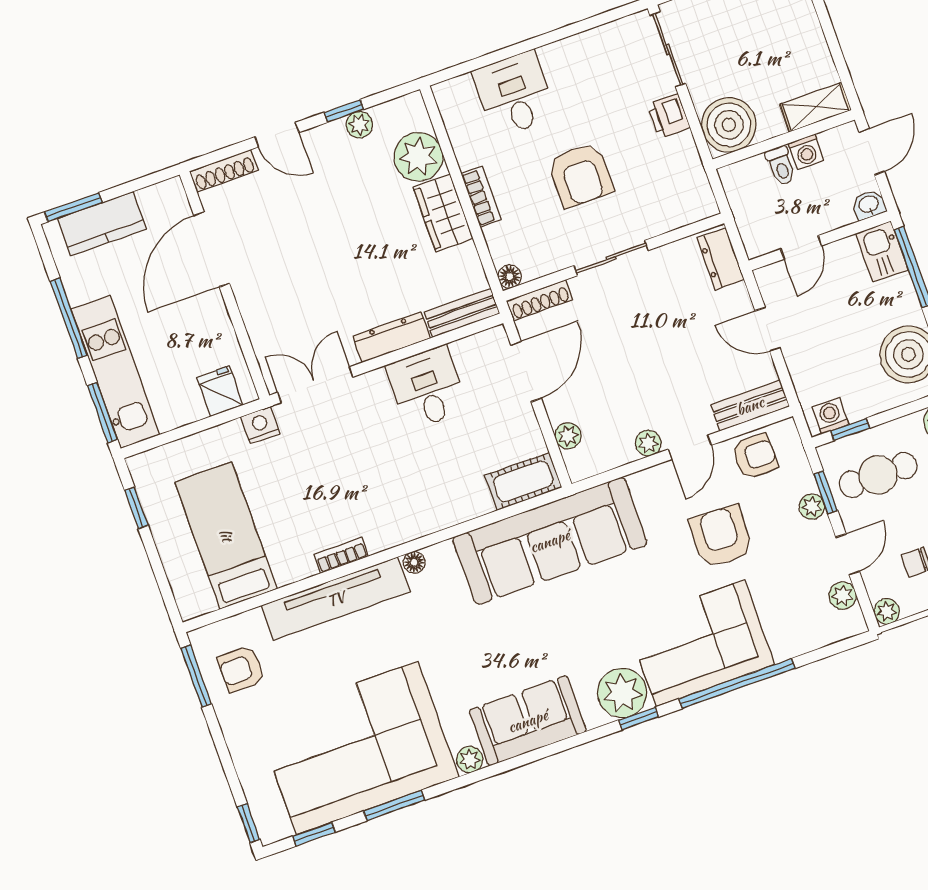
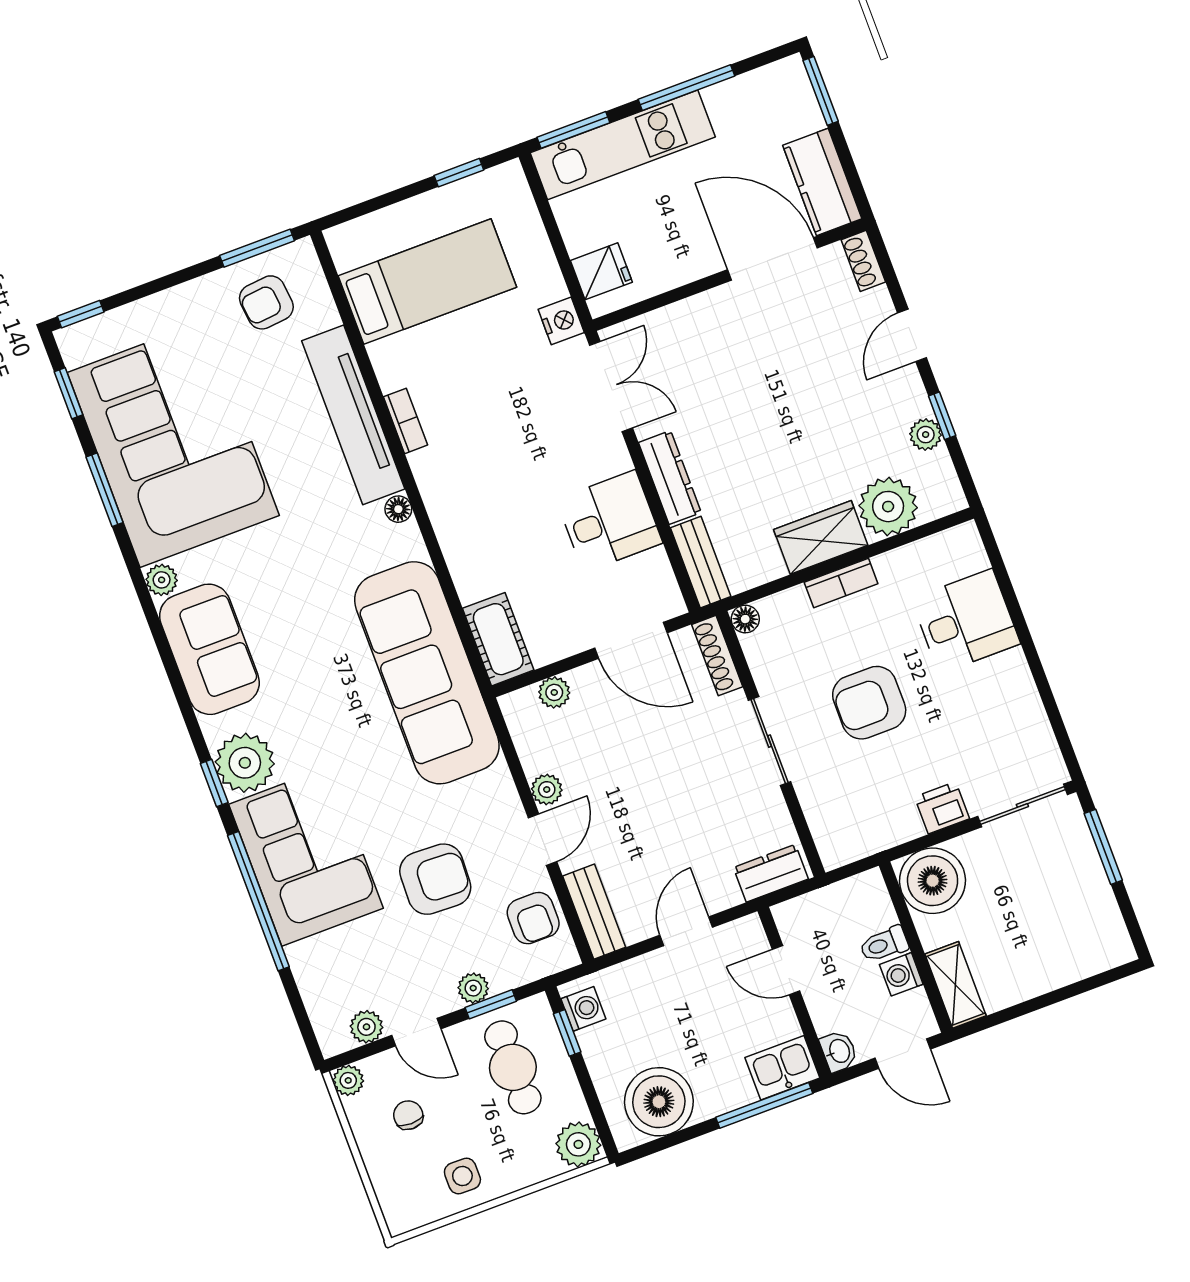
shoe rack: (224, 171) -> (863, 261), width x0.70
kitchen counter: (102, 224) -> (822, 182), moved
door: (690, 447) -> (543, 840), swing flipped
armchair: (241, 669) -> (266, 302), turned -96

